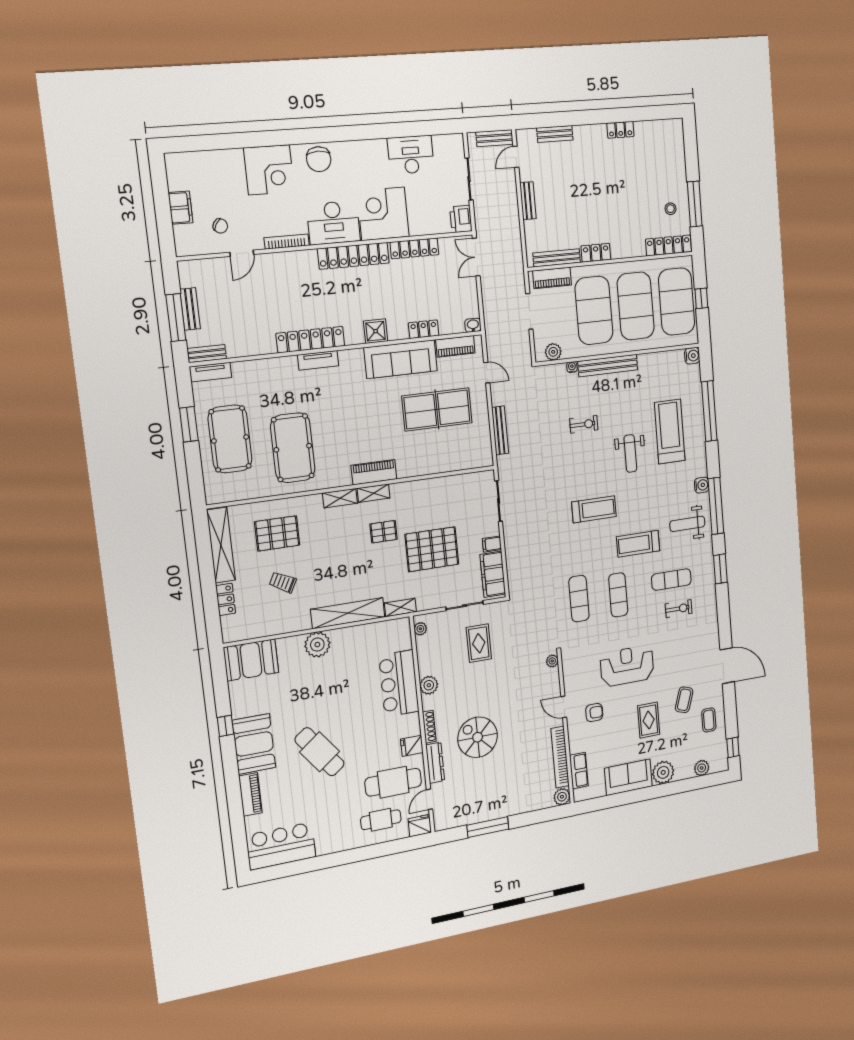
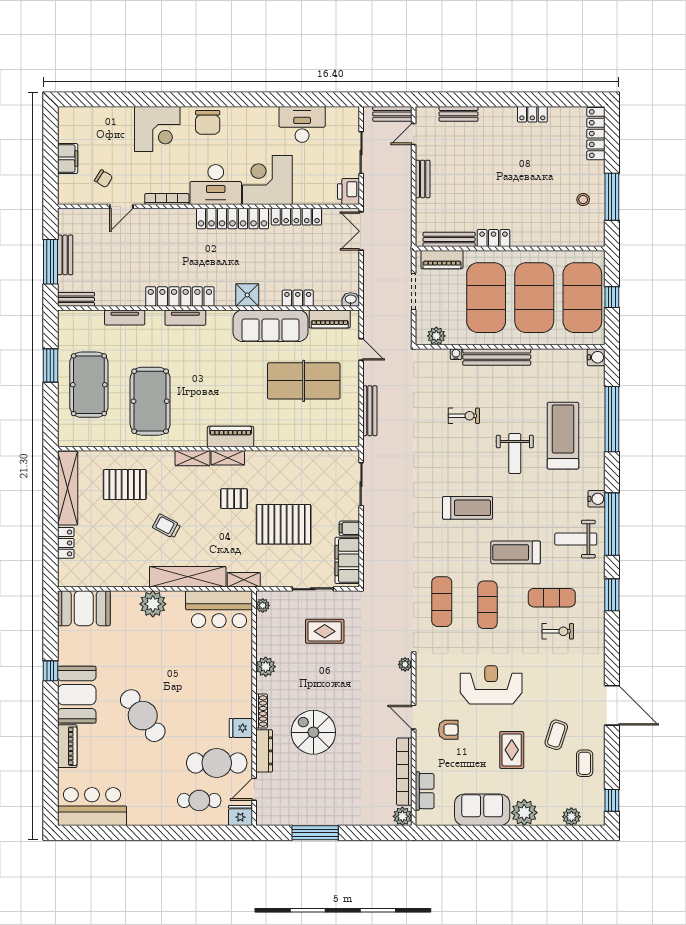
locker: (669, 245) -> (596, 134), moved, turned -90
tv unit: (210, 372) -> (125, 318), moved
trolley: (283, 582) -> (166, 526), moved
rug: (479, 643) -> (325, 631), turned 90
bar counter: (399, 683) -> (219, 609), moved, turned -90

